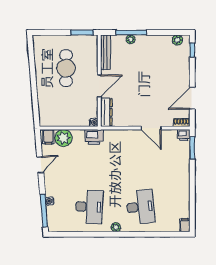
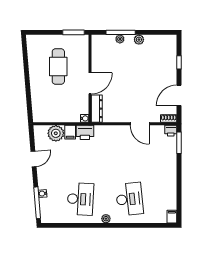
plant: (177, 40) -> (139, 40), moved
window: (192, 50) -> (179, 62), moved
bench: (105, 52) -> (96, 51), removed
filing cabinet: (48, 137) -> (70, 132), moved

